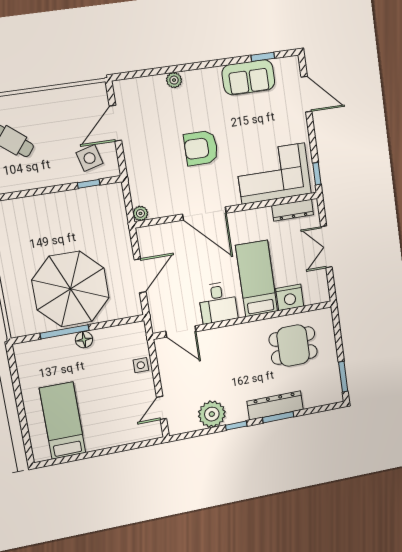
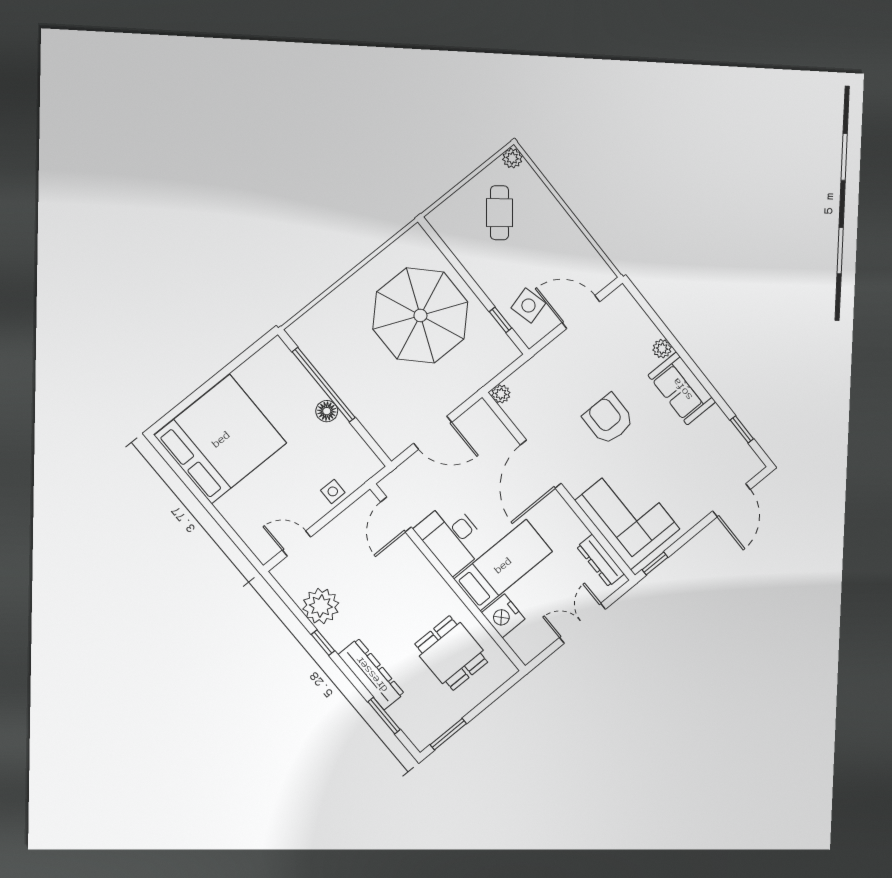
sofa: (248, 77) -> (682, 389), moved
parasol: (71, 289) -> (420, 315), moved
desk: (218, 303) -> (452, 537), width x1.37
window: (65, 332) -> (324, 385), width x1.46
window: (278, 417) -> (384, 716), moved
bed: (63, 421) -> (221, 439), width x2.04

